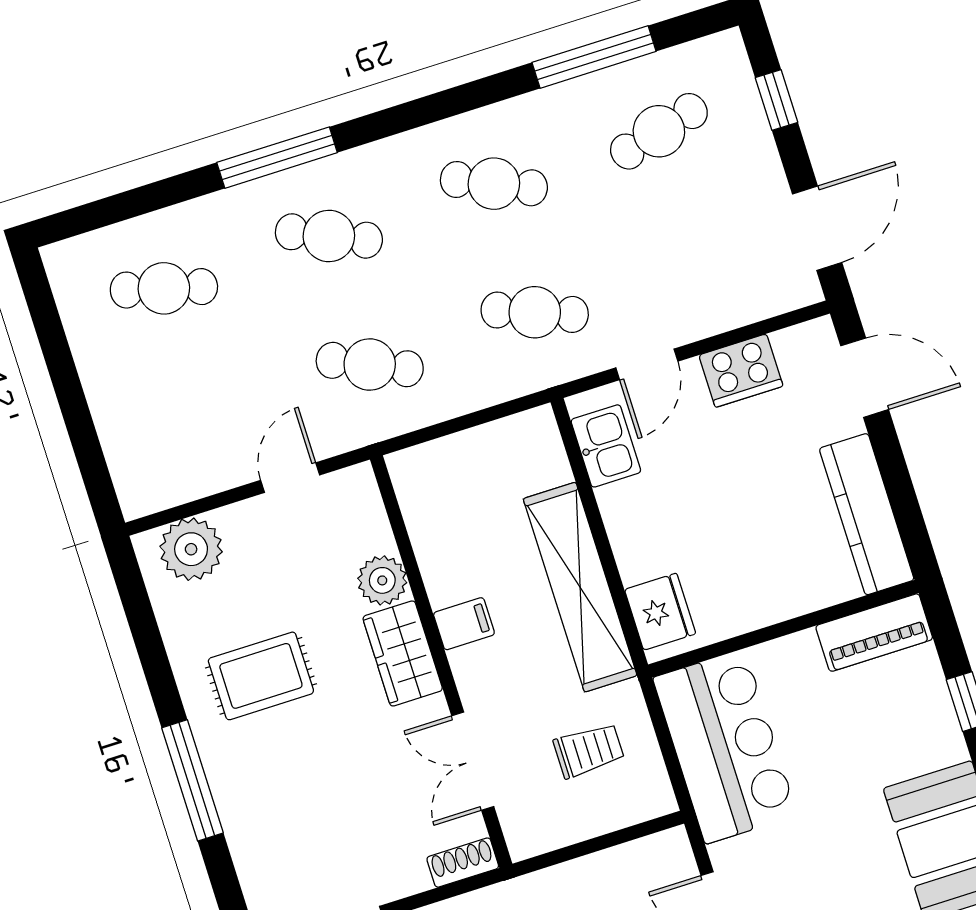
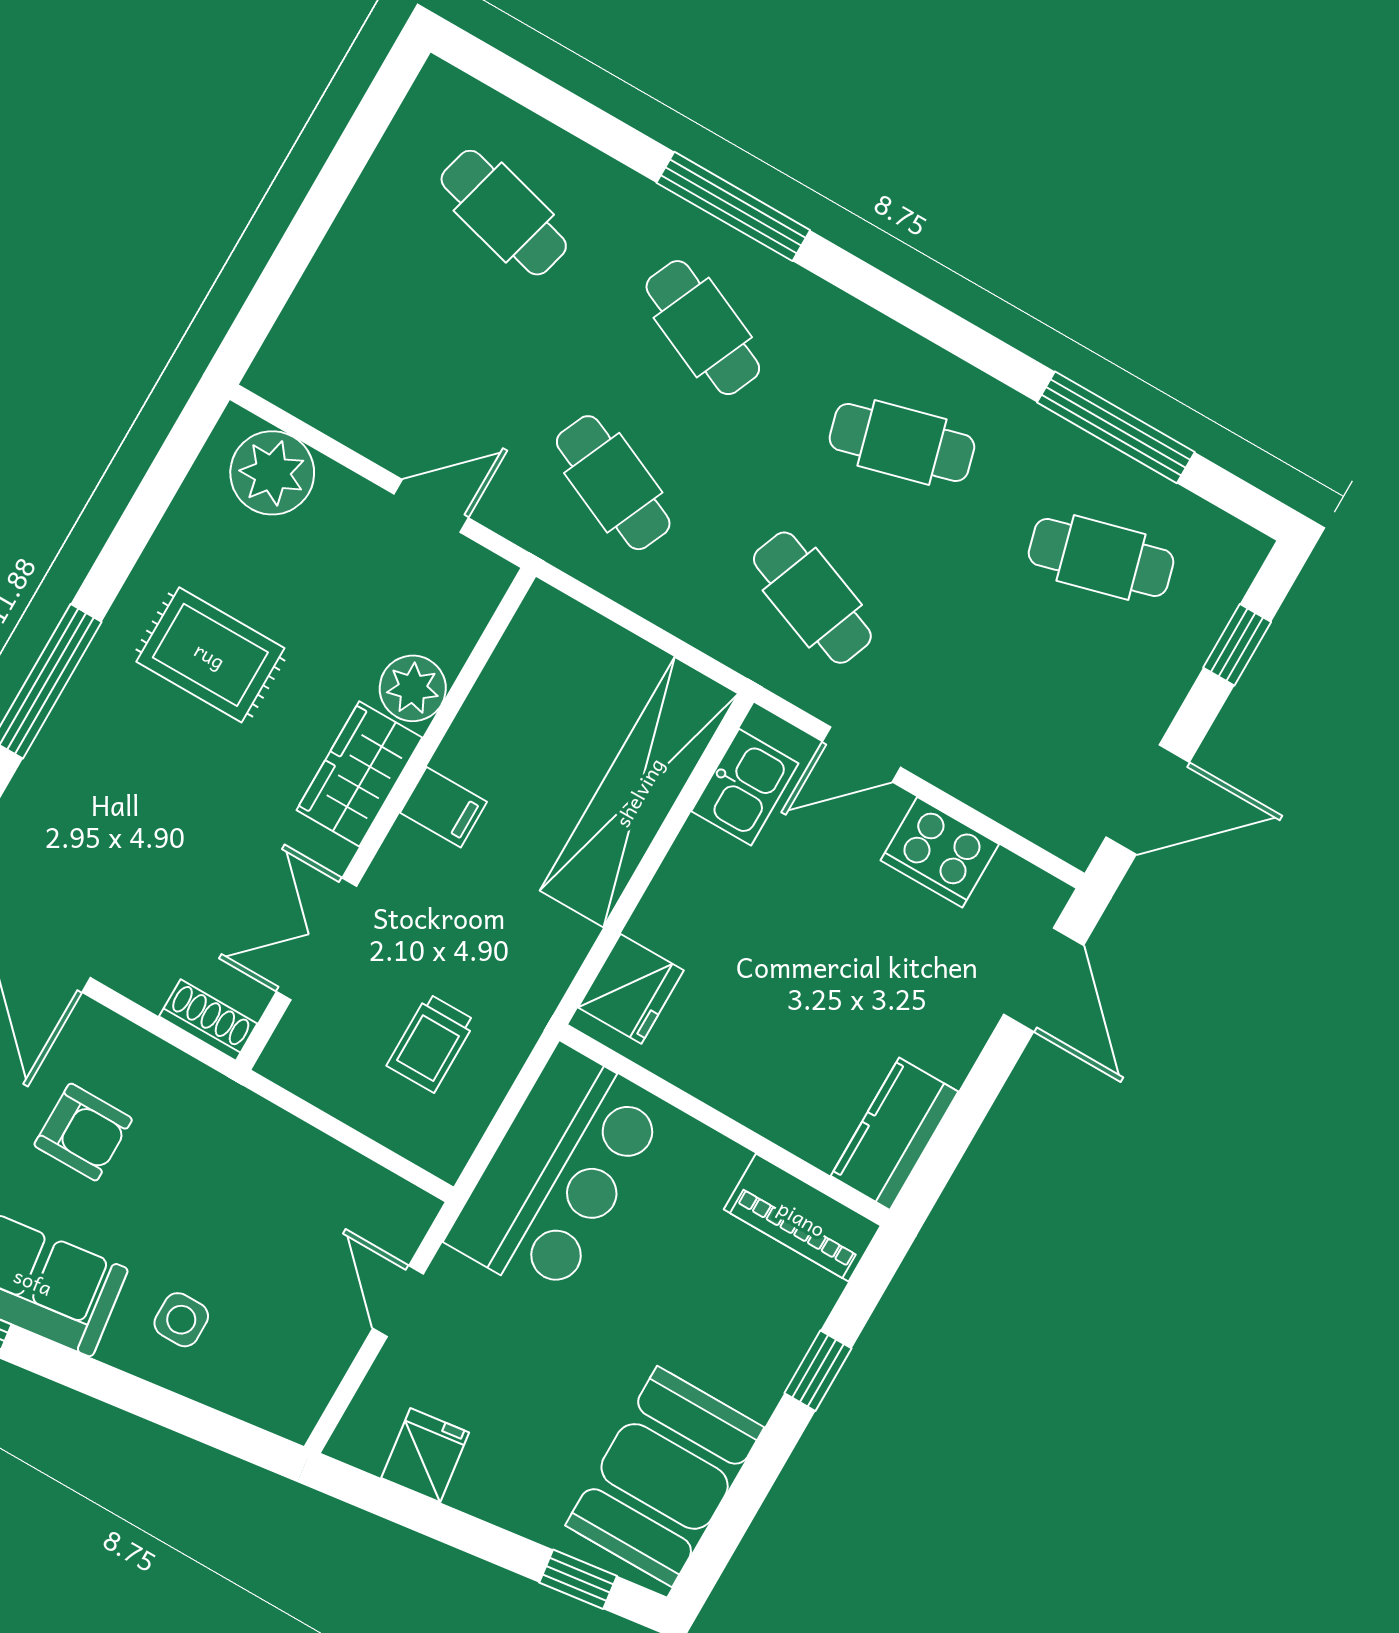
cafe table: (494, 184) -> (902, 443), turned -39
kitchen counter: (867, 514) -> (894, 1134), width x0.67
shelving: (580, 587) -> (639, 792), moved
trolley: (589, 750) -> (431, 1043), turned 90

